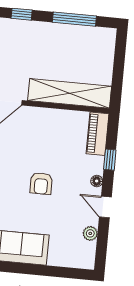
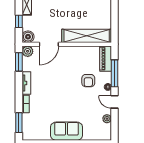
window: (110, 160) -> (115, 73), width x2.17
armchair: (41, 183) -> (88, 81), moved

